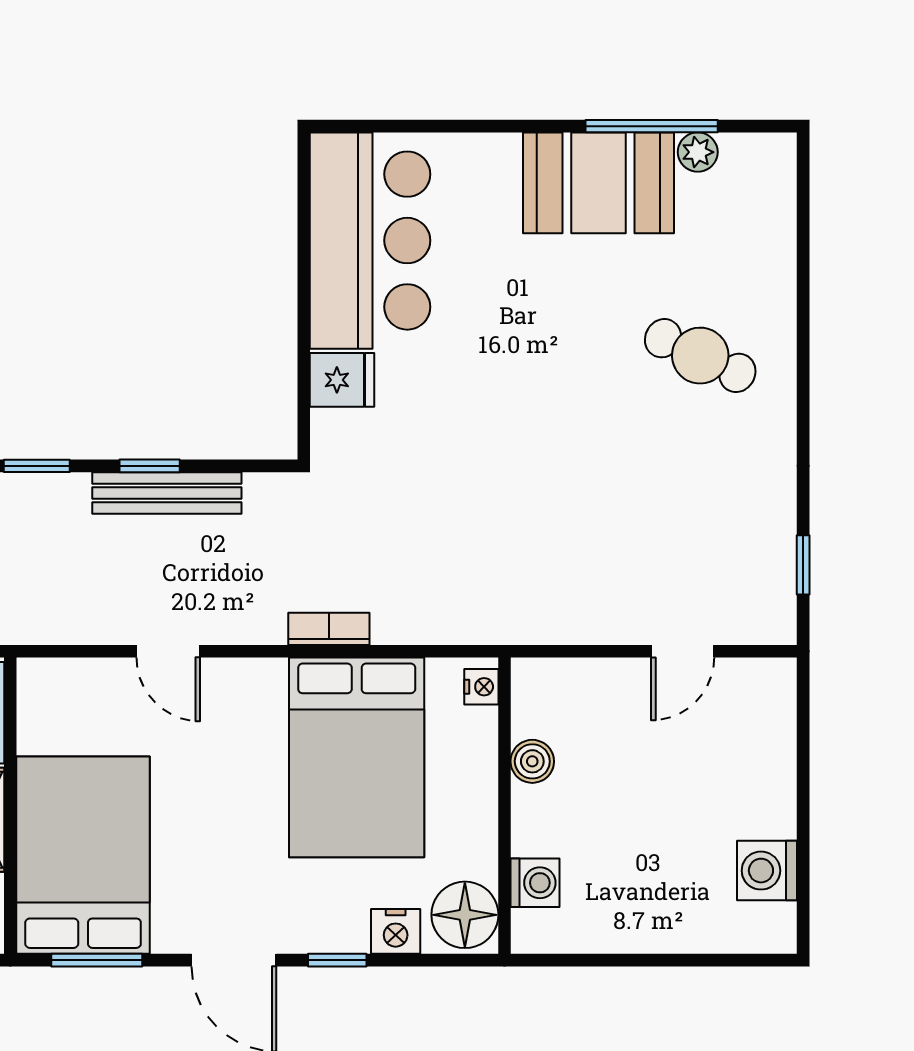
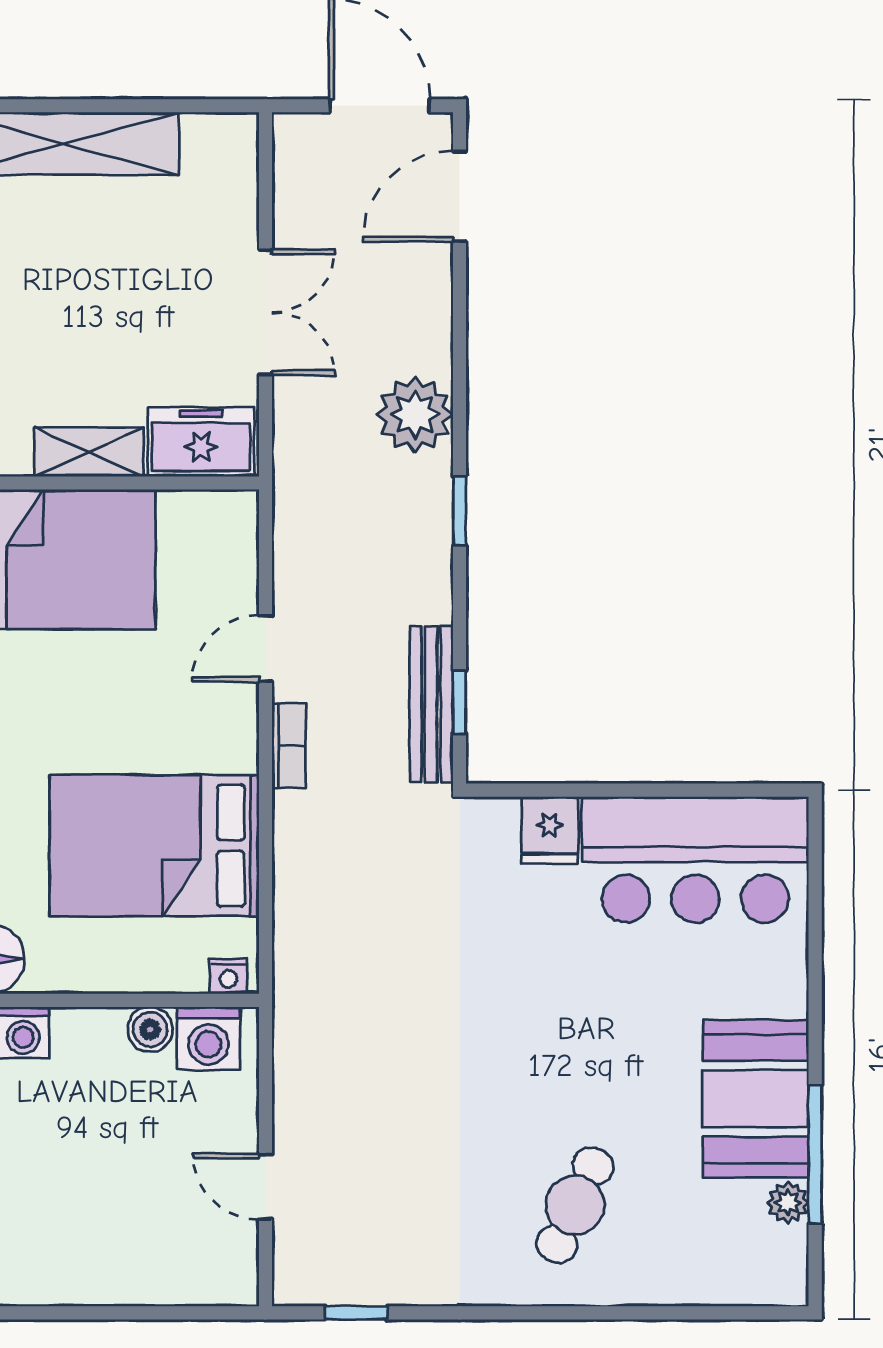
window: (150, 466) -> (459, 702), moved
bench: (167, 493) -> (431, 704), moved
bookcase: (329, 629) -> (289, 746), moved
washing machine: (767, 871) -> (209, 1038), moved, turned 180

